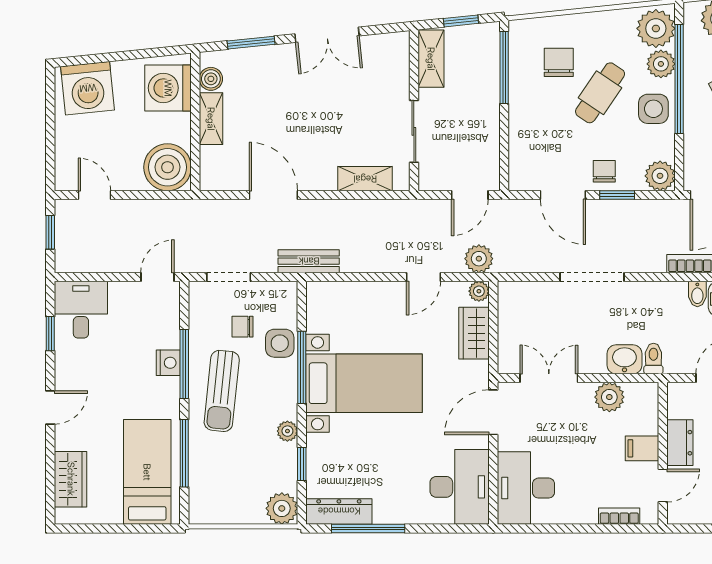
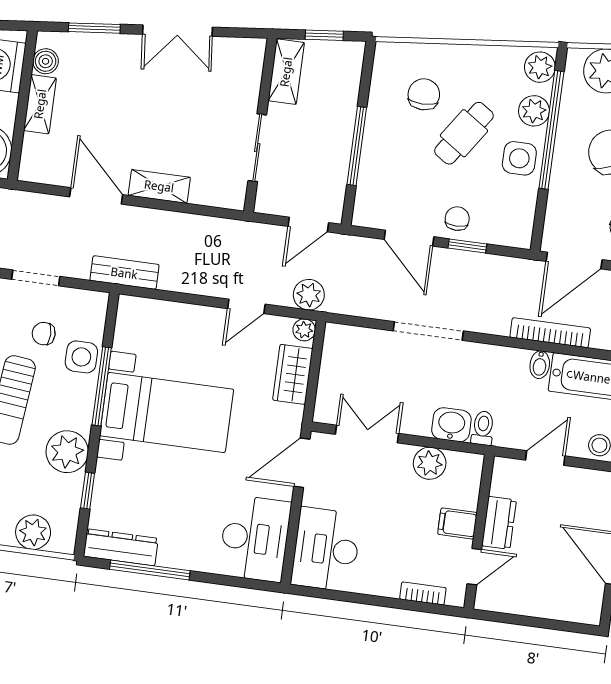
plant: (656, 28) -> (540, 67), width x0.73, depth x0.73
window: (504, 68) -> (357, 146), moved
plant: (660, 176) -> (517, 232), removed
shelving: (365, 179) -> (159, 186), moved
plant: (287, 431) -> (67, 452), width x1.88, depth x1.88
plant: (282, 508) -> (33, 532), moved

